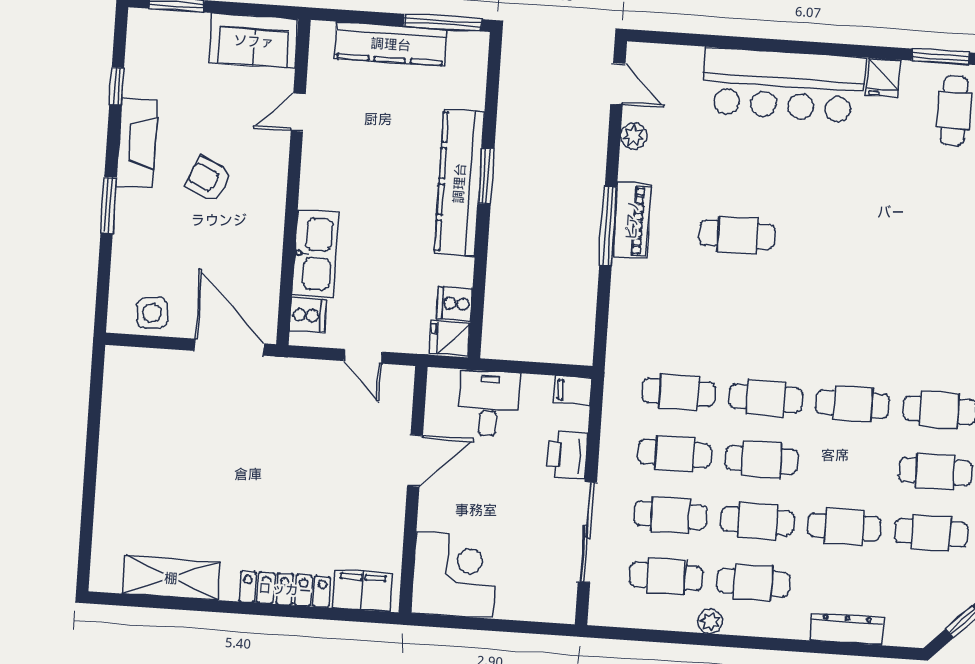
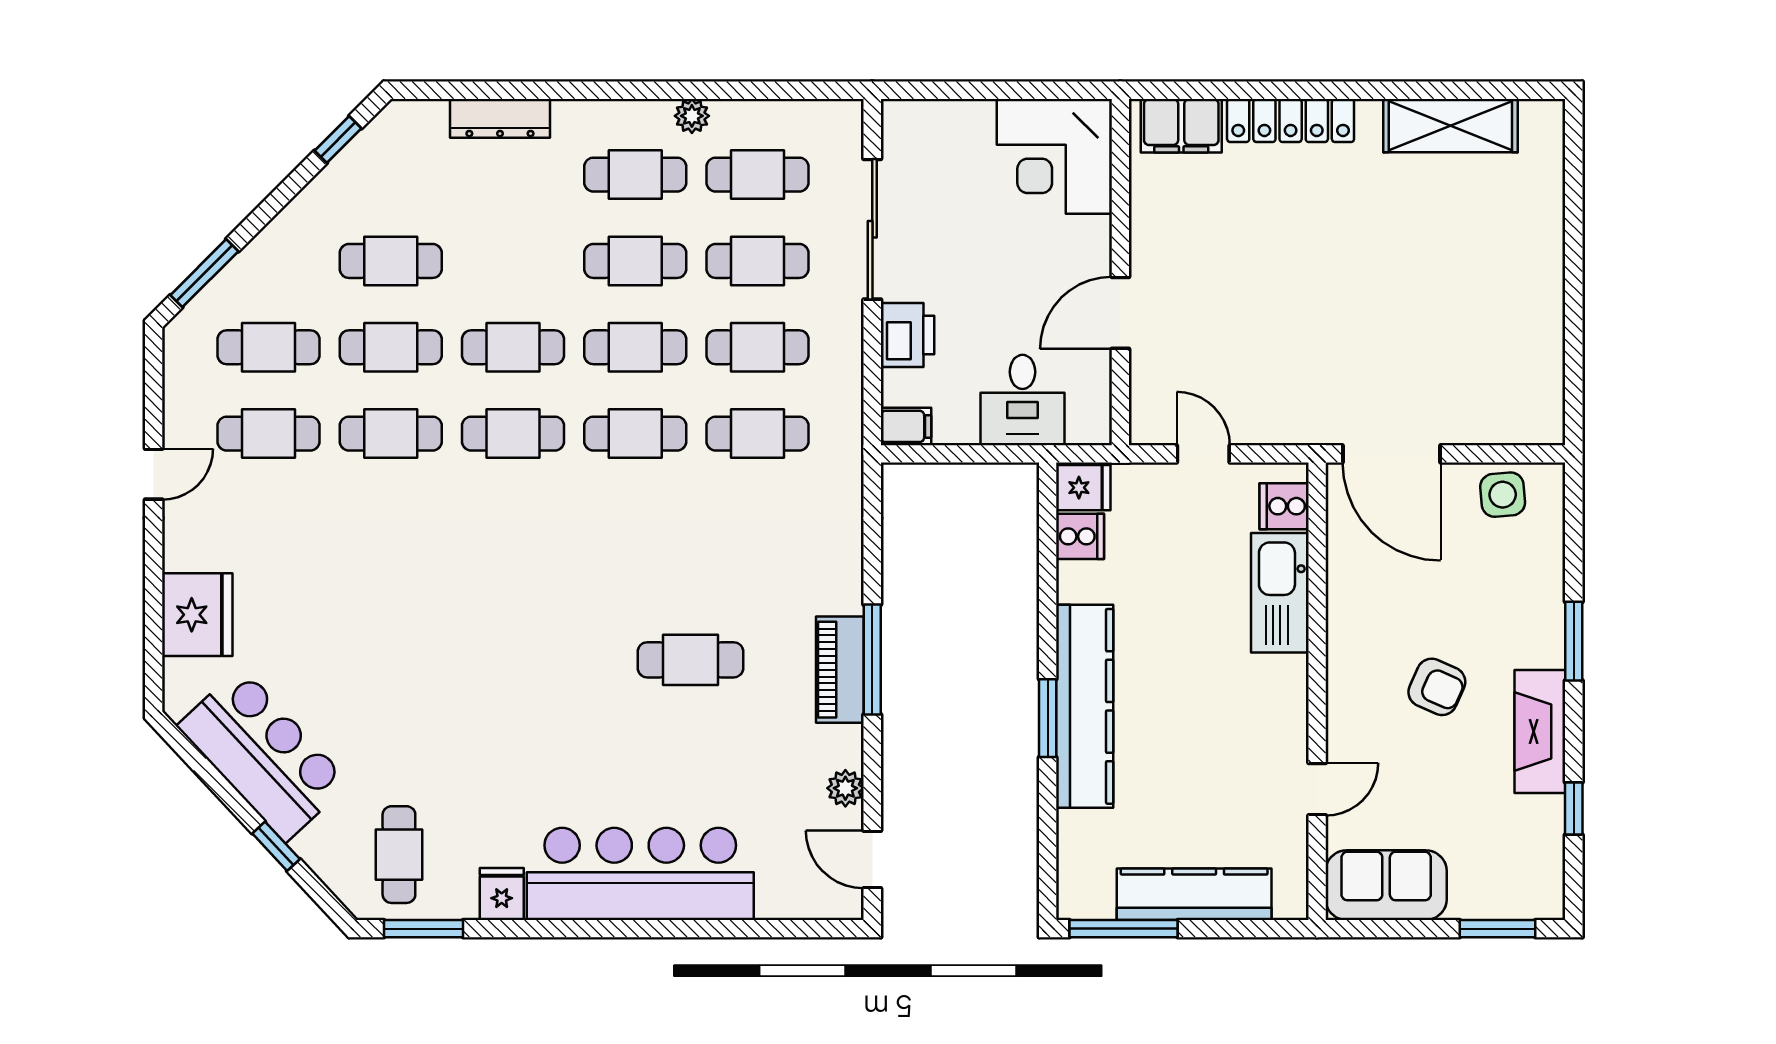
cafe table: (844, 527) -> (513, 347), moved

